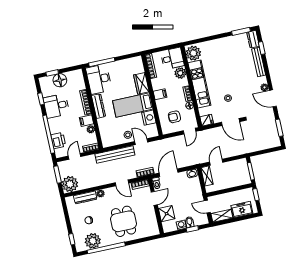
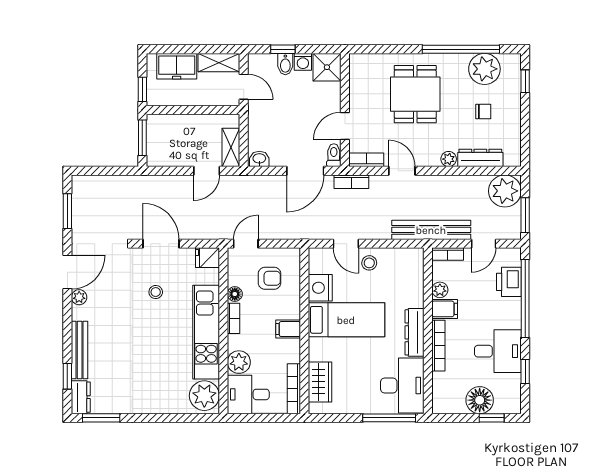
wardrobe: (141, 83) -> (320, 382), moved
door: (273, 98) -> (67, 272), hinge flipped
bench: (115, 154) -> (431, 230), moved
shower: (167, 214) -> (327, 67), moved

